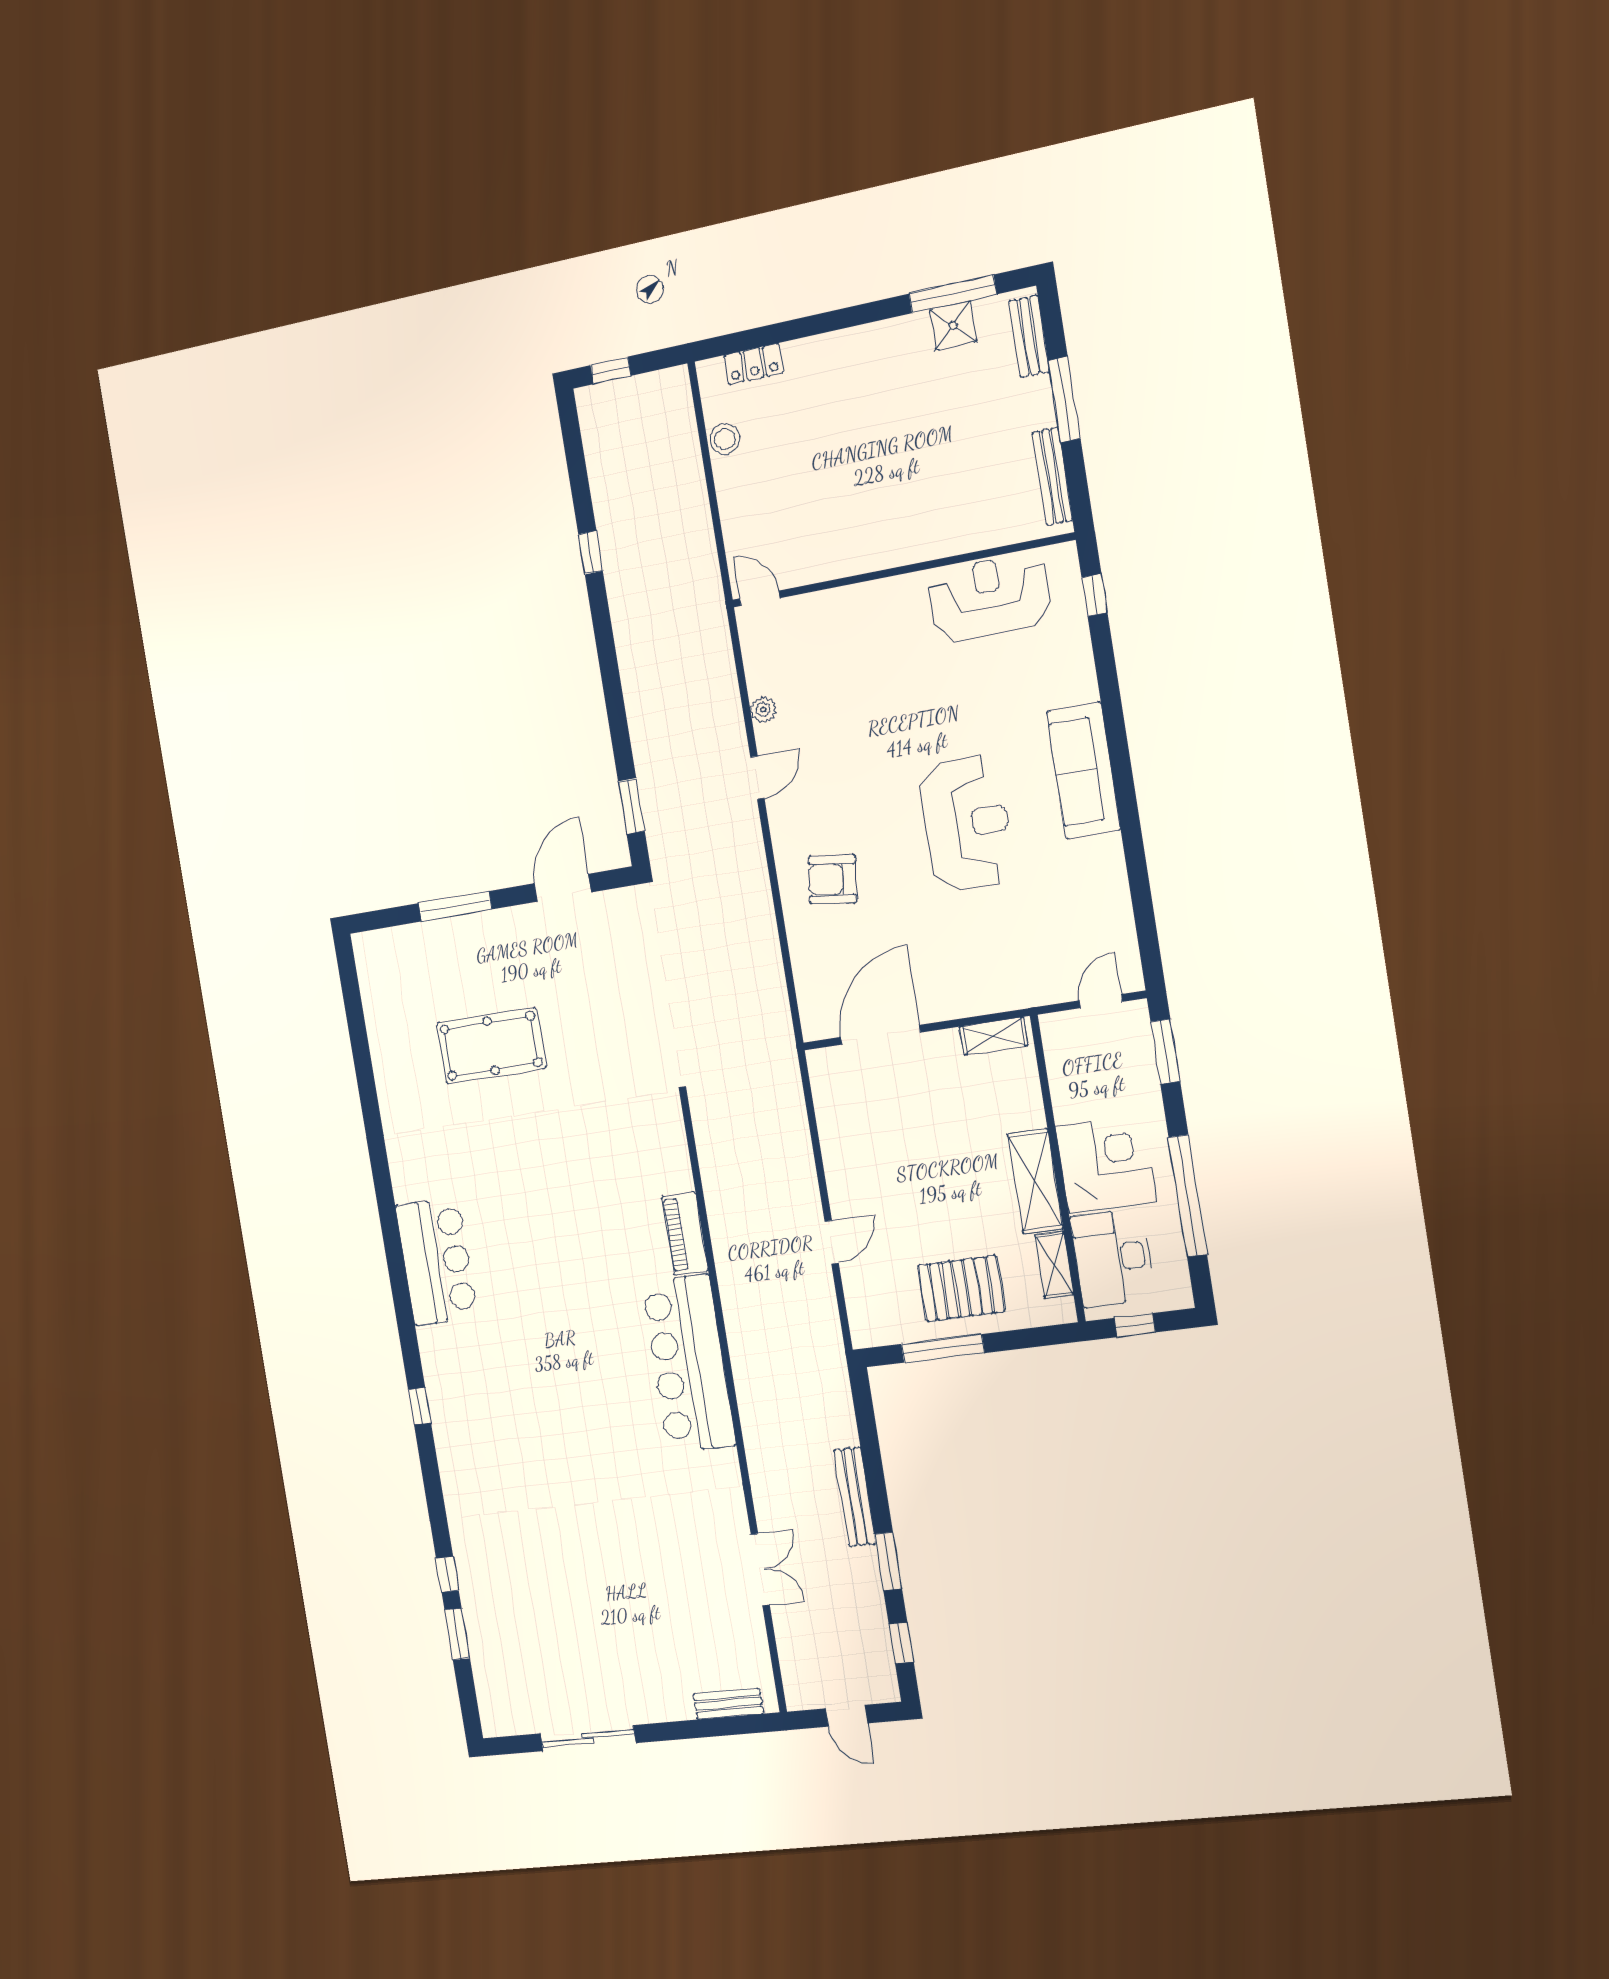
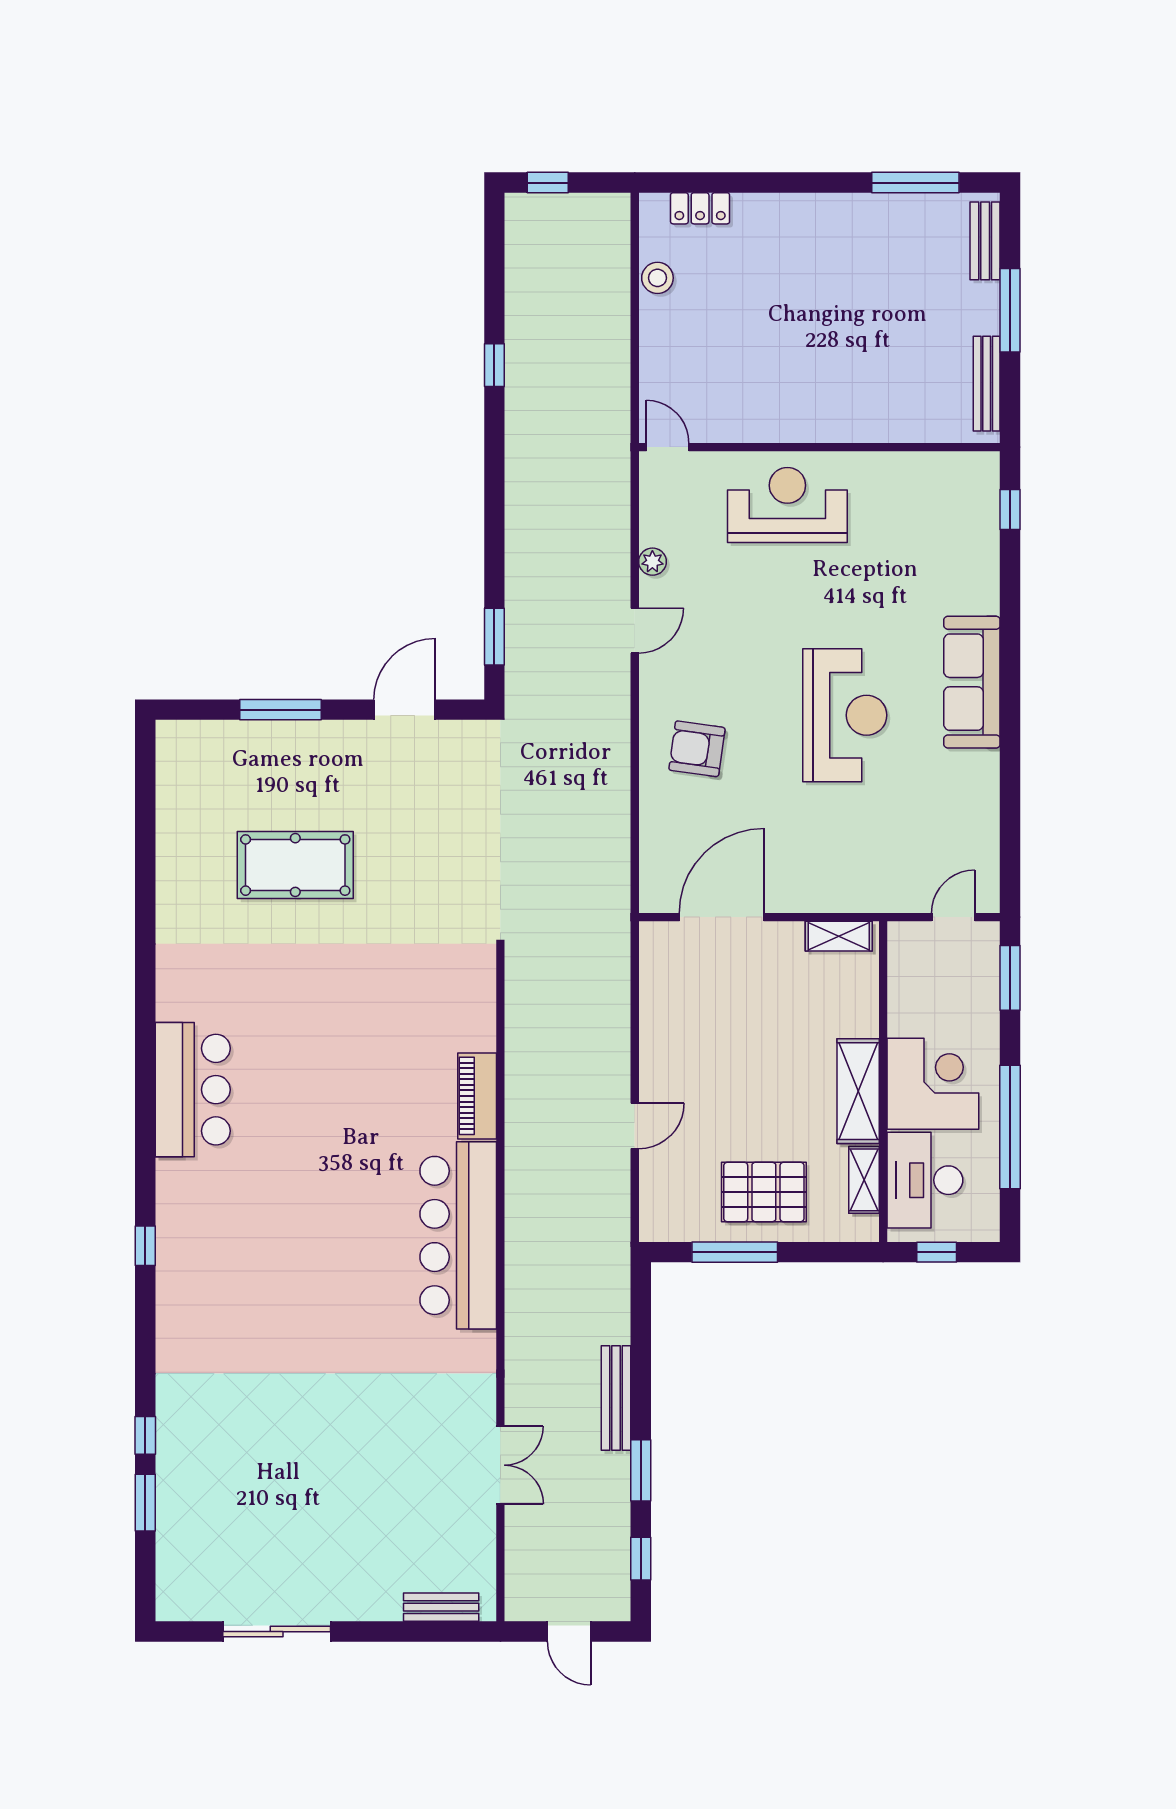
shower: (953, 325) -> (911, 214), removed
reception desk: (989, 598) -> (787, 505), moved

